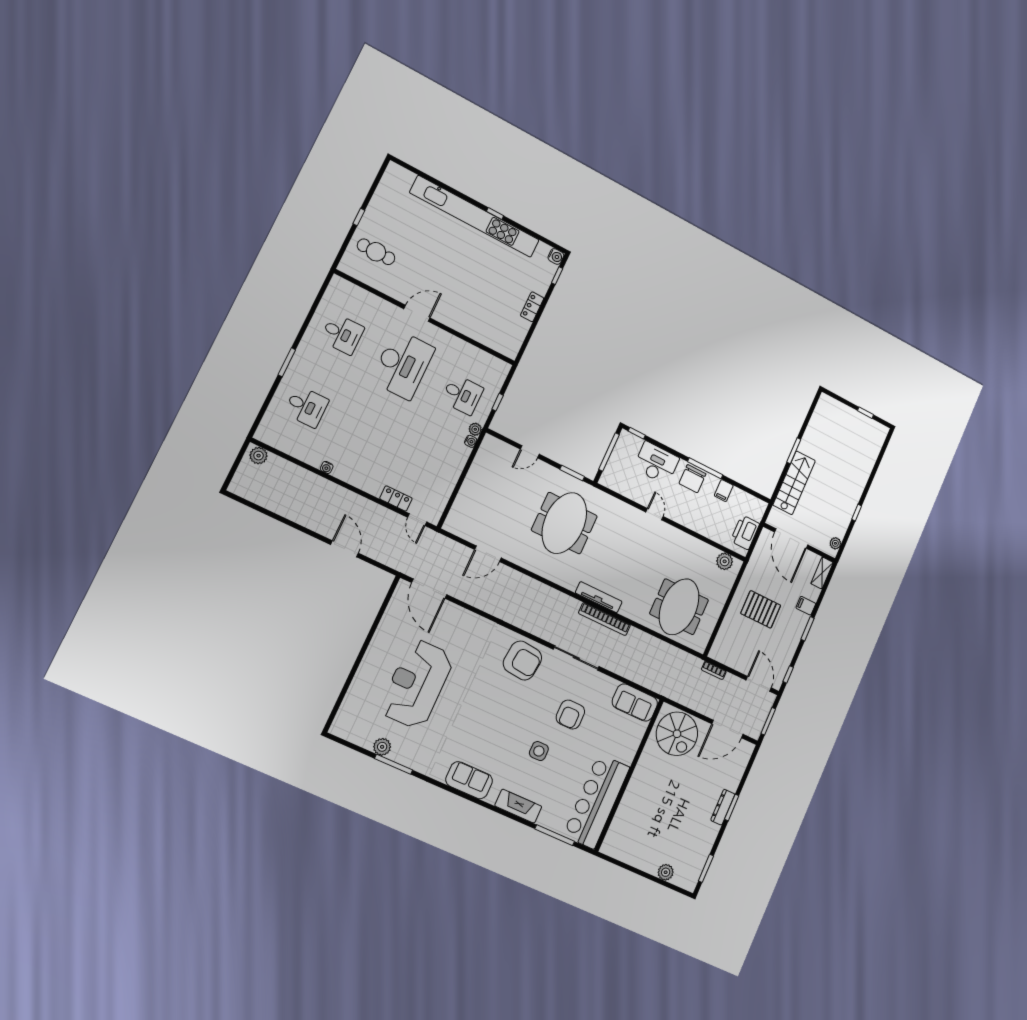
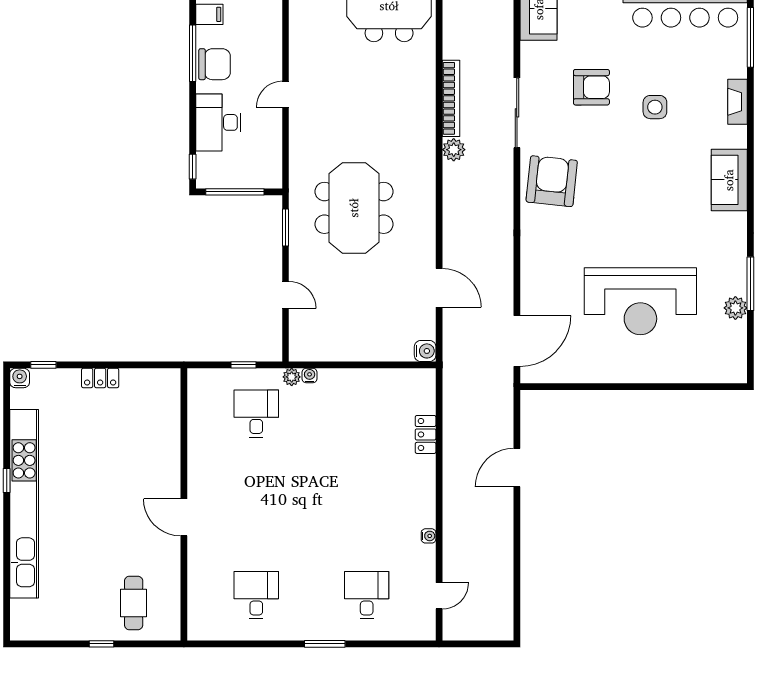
desk: (403, 364) -> (256, 504), removed
plant: (259, 456) -> (454, 150), moved
door: (417, 520) -> (439, 596), moved
meeting table: (564, 523) -> (354, 208), turned 90
water cooler: (451, 525) -> (425, 351), added
tv unit: (599, 597) -> (427, 119), removed
fireplace: (518, 806) -> (738, 102), width x0.73, depth x0.76

